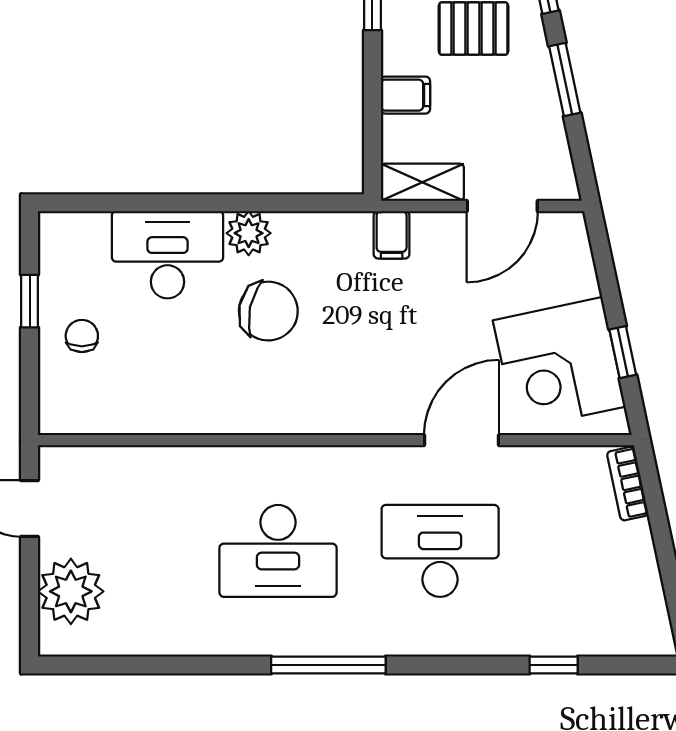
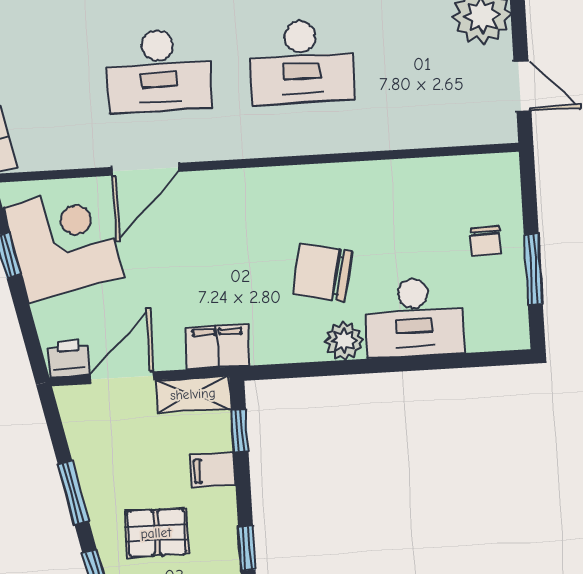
window: (372, 138) -> (240, 431), added
printer: (561, 231) -> (69, 359), added
filing cabinet: (392, 235) -> (218, 347), width x2.00
window: (30, 301) -> (533, 269), width x1.50
desk: (278, 551) -> (301, 62), turned 180

